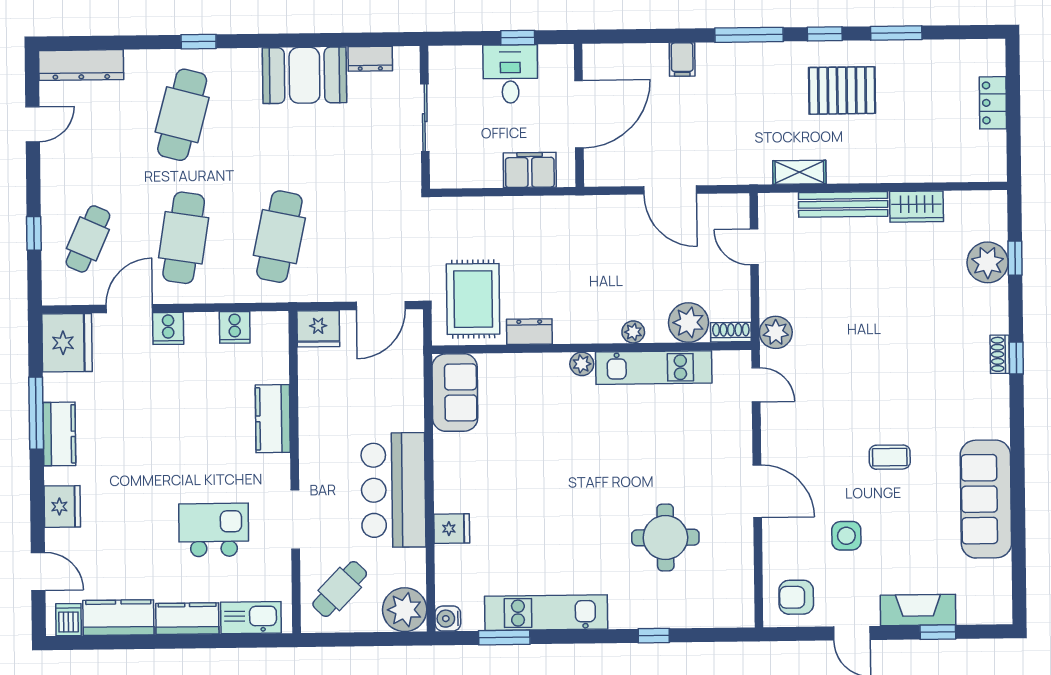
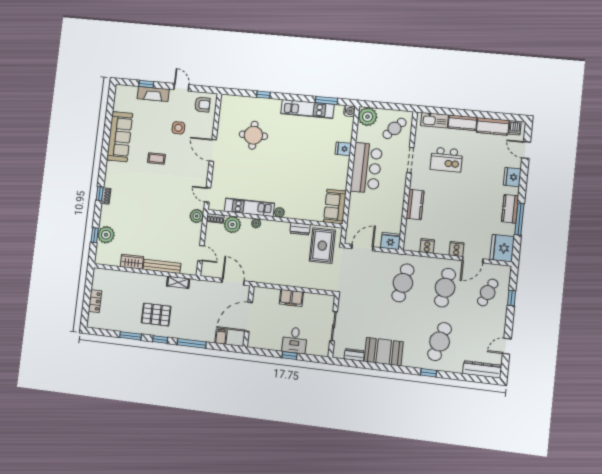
door: (579, 114) -> (248, 317), moved
wall: (579, 115) -> (249, 316), moved

